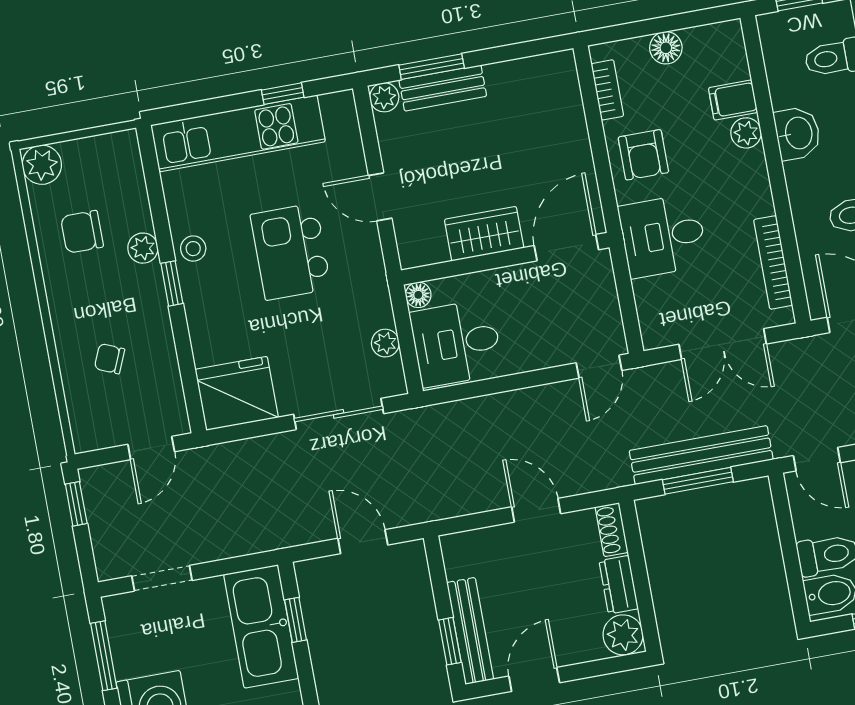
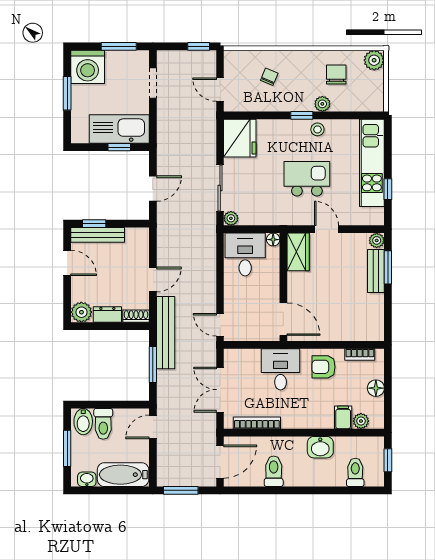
plant: (746, 133) -> (361, 421), moved
door: (380, 197) -> (326, 229), hinge flipped
wardrobe: (484, 234) -> (298, 252), moved
plant: (385, 343) -> (231, 218), moved
bench: (701, 455) -> (166, 333), moved

